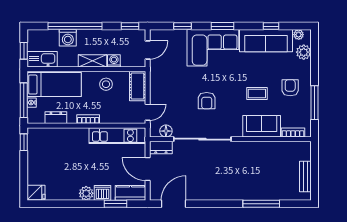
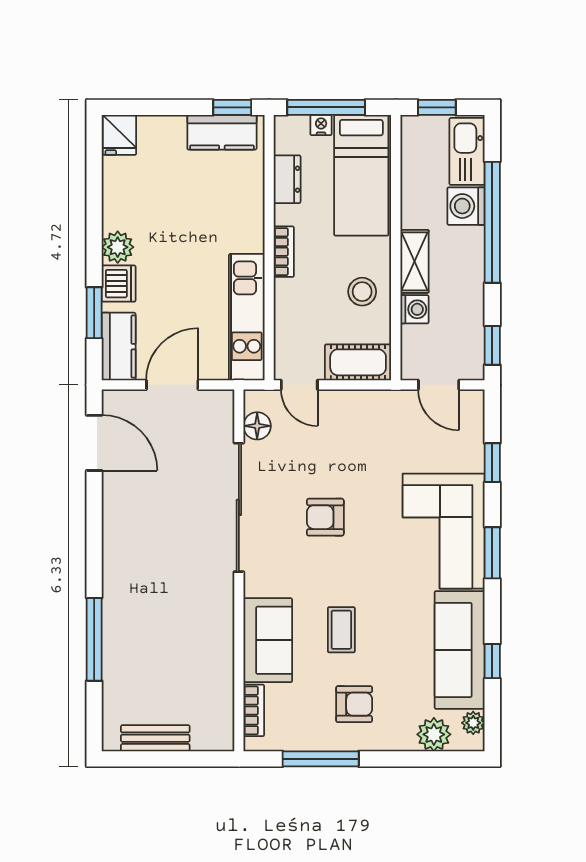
kitchen sink: (42, 59) -> (467, 151), moved, turned 180
kitchen counter: (35, 147) -> (222, 132), added
dresser: (161, 148) -> (220, 415), removed

